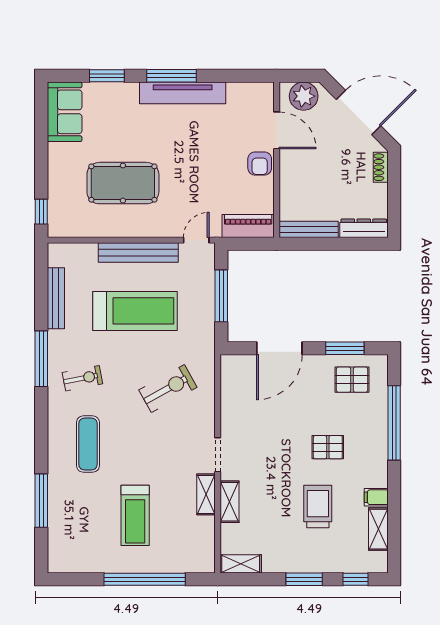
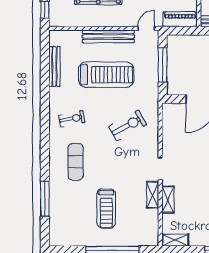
window: (41, 359) -> (45, 106), removed

